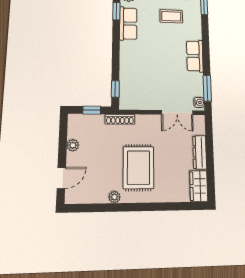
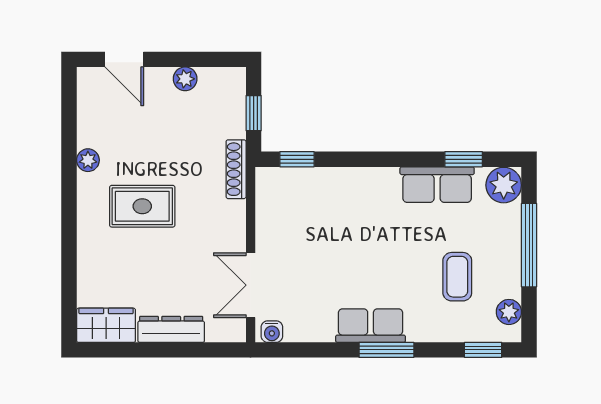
window: (207, 88) -> (386, 350), moved
rug: (138, 168) -> (142, 206), width x0.73, depth x0.70

